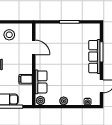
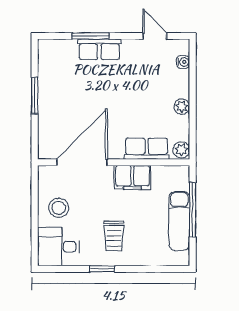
door: (34, 47) -> (82, 162), width x1.88
row of seats: (94, 57) -> (99, 49), width x0.68
filing cabinet: (26, 79) -> (133, 177), width x2.00

